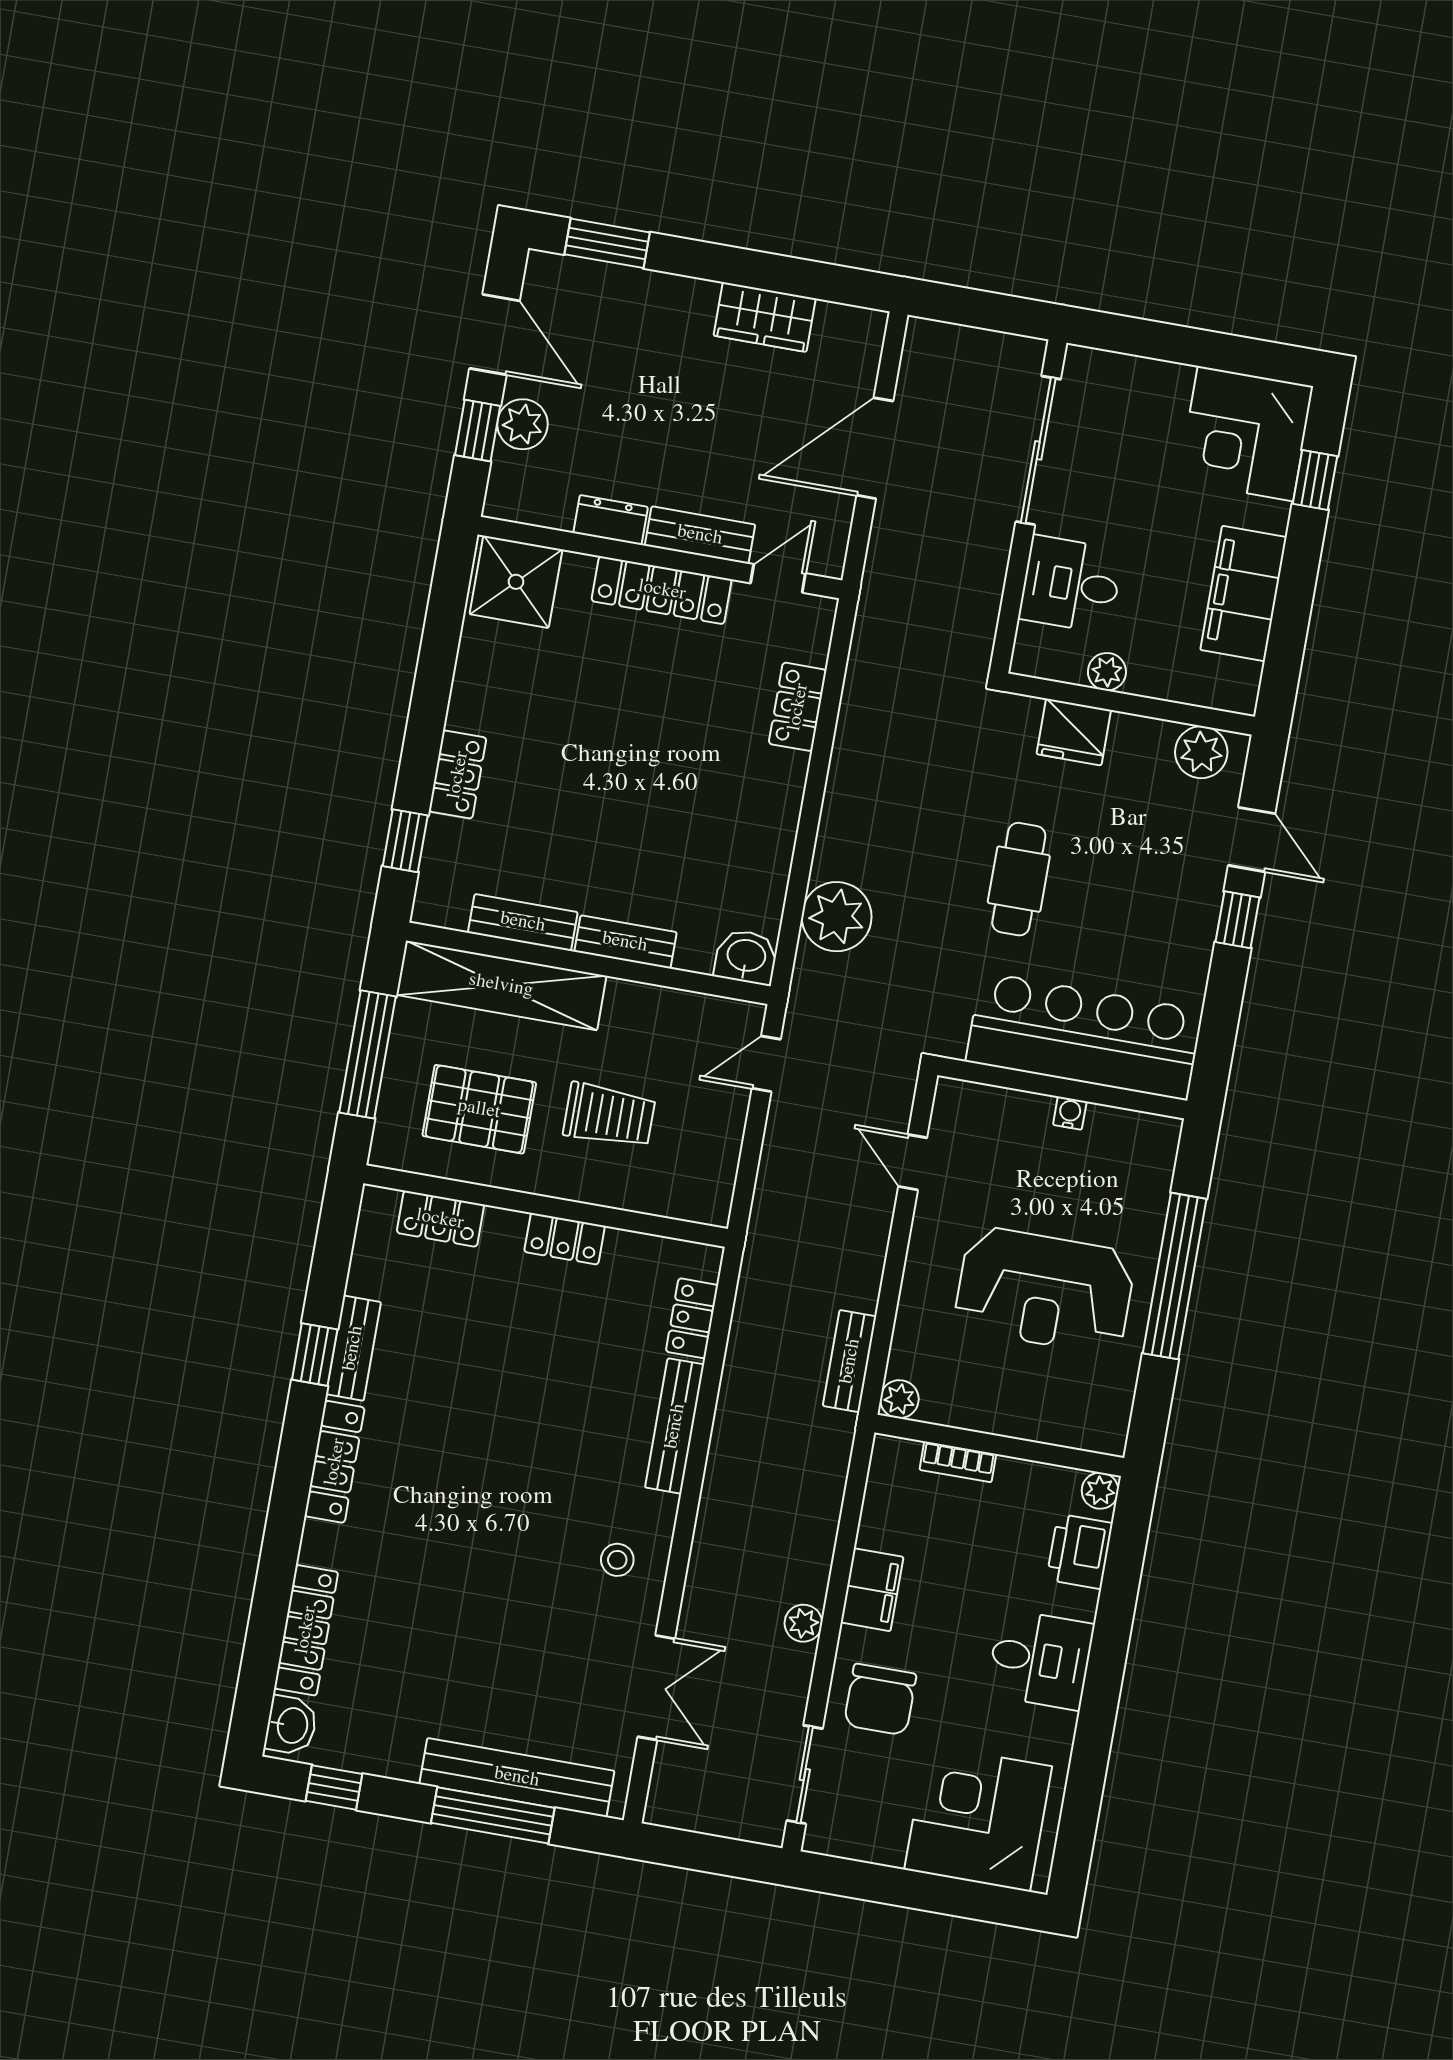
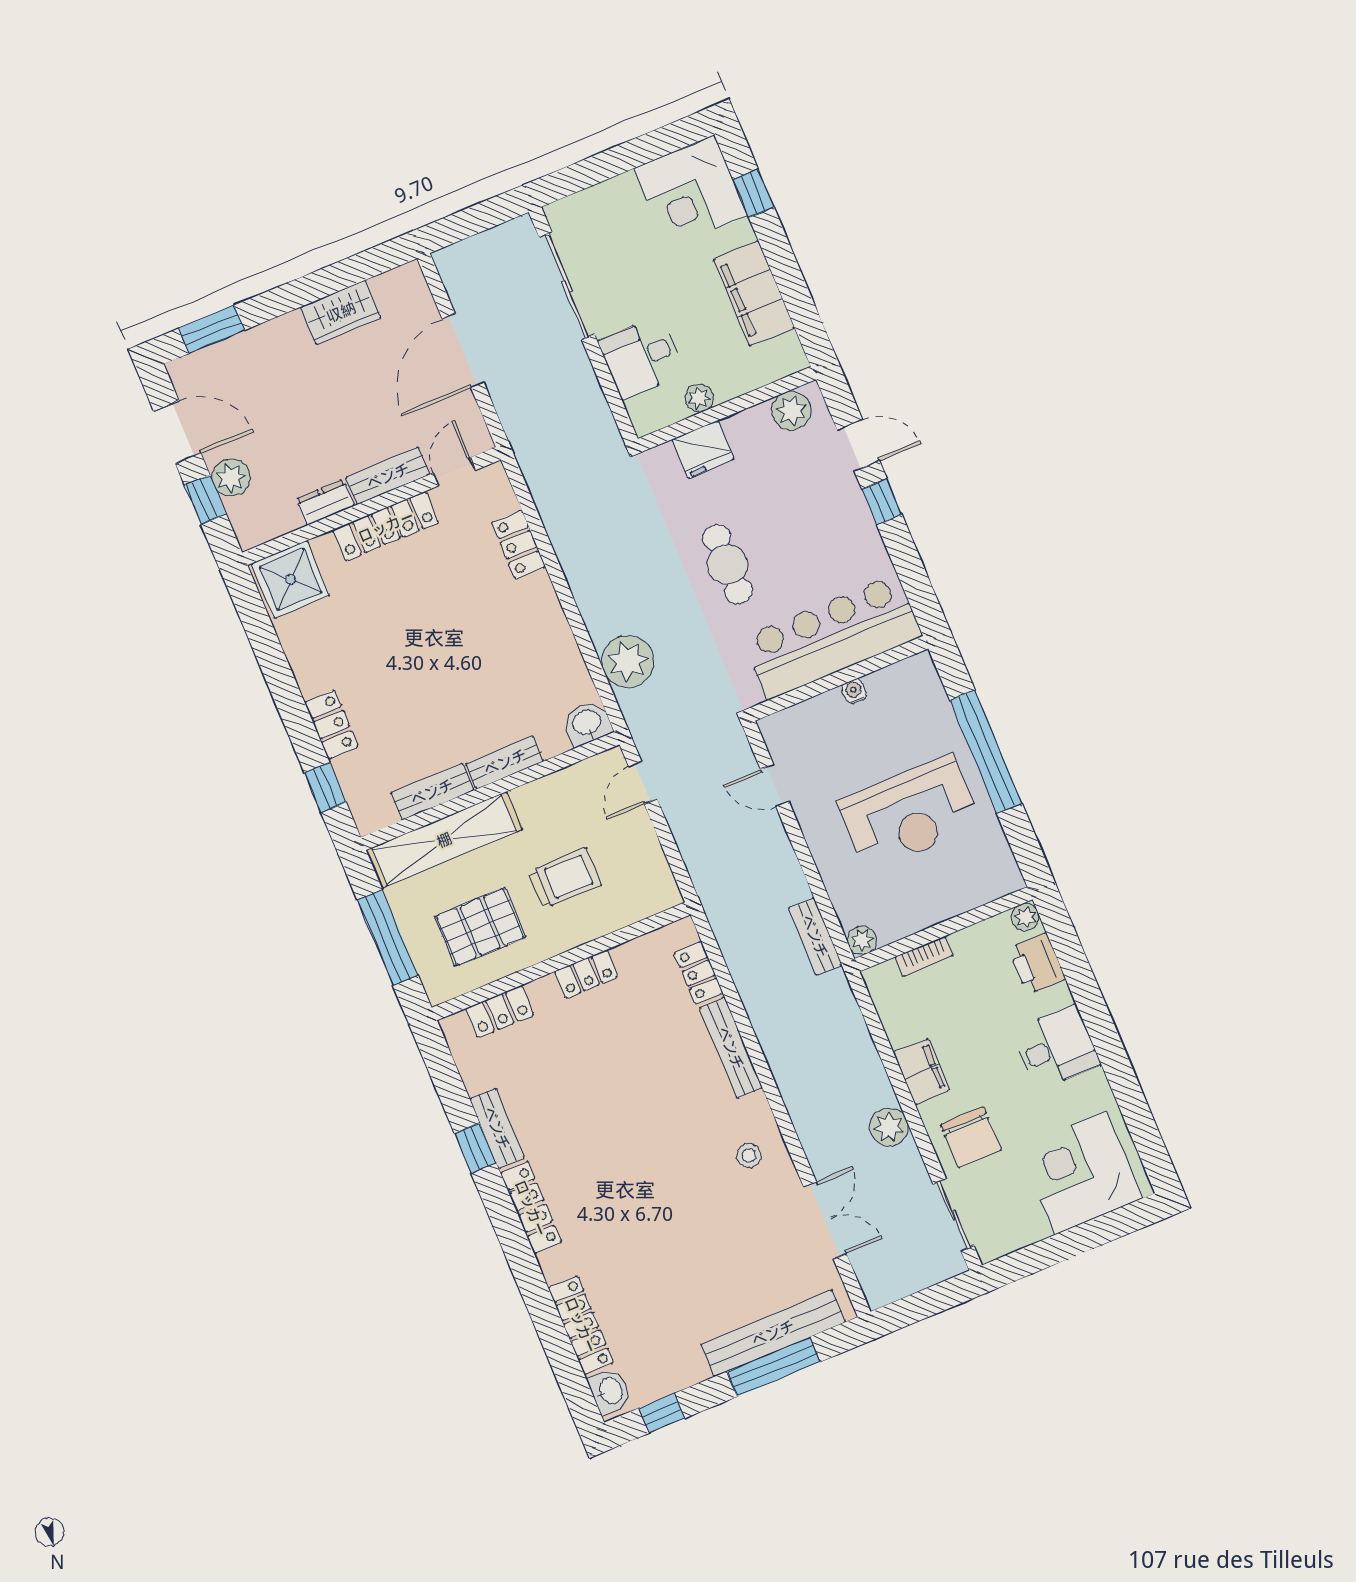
plant: (803, 1623) -> (889, 1127), width x1.38, depth x1.38

